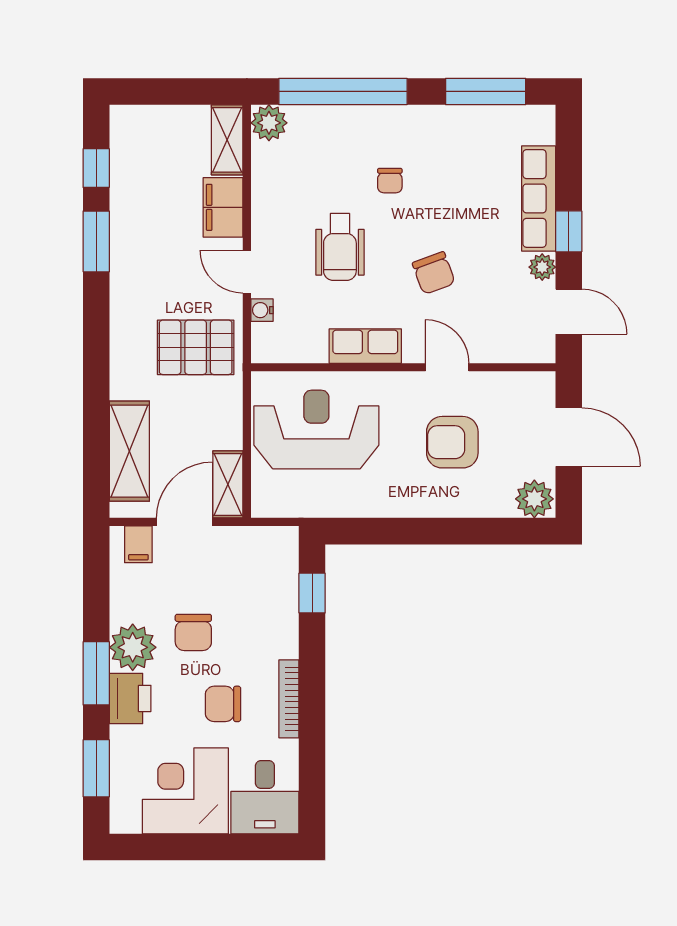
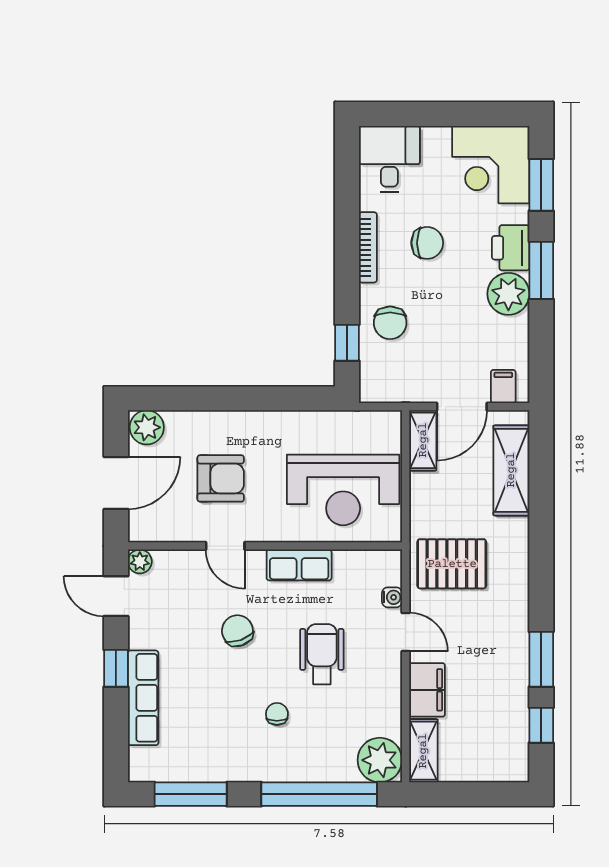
plant: (269, 123) -> (380, 760), width x1.36, depth x1.36
plant: (542, 267) -> (140, 561), moved
door: (569, 437) -> (116, 483), swing flipped
chair: (193, 632) -> (390, 323), moved, turned 180
corner desk: (185, 791) -> (491, 165), moved, turned 90

